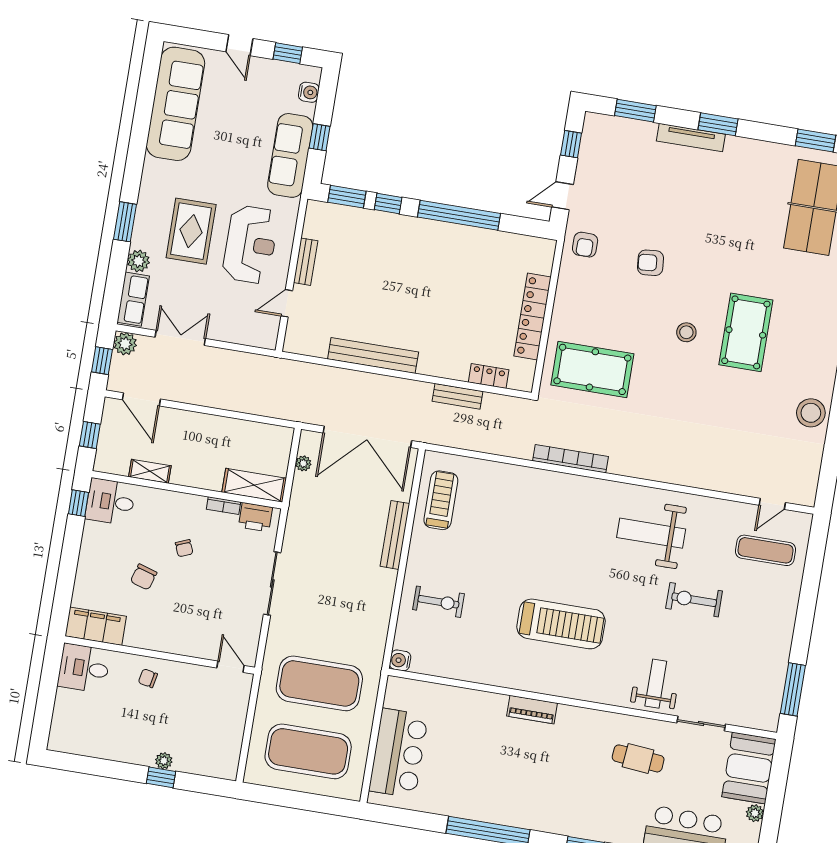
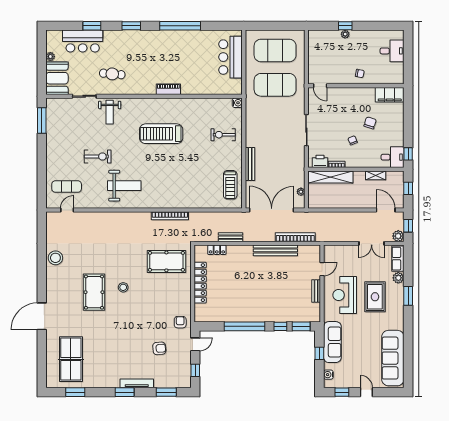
armchair: (650, 263) -> (159, 348), moved
bookcase: (329, 375) -> (295, 237), added
shelving: (254, 485) -> (330, 177), width x1.47
desk: (84, 668) -> (392, 51), moved

